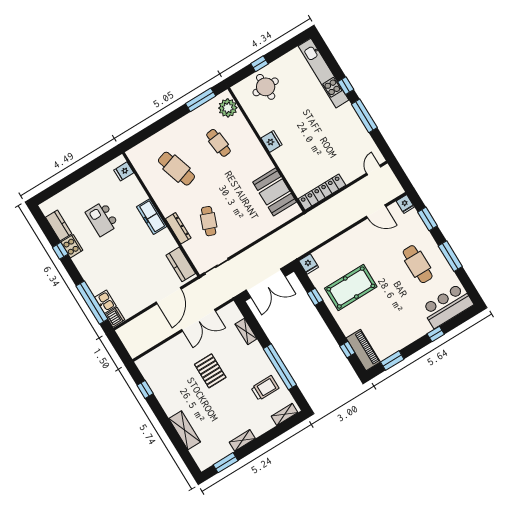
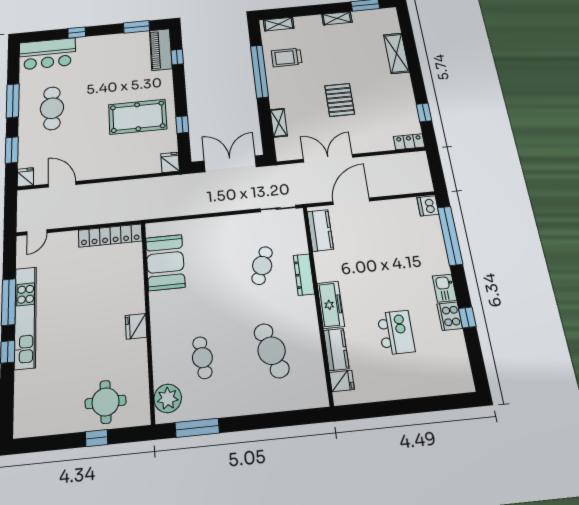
kitchen unit: (323, 73) -> (25, 317), moved
kitchen counter: (59, 225) -> (336, 349), moved, turned 180
kitchen sink: (105, 302) -> (445, 288), moved
locker: (147, 361) -> (409, 142), added

